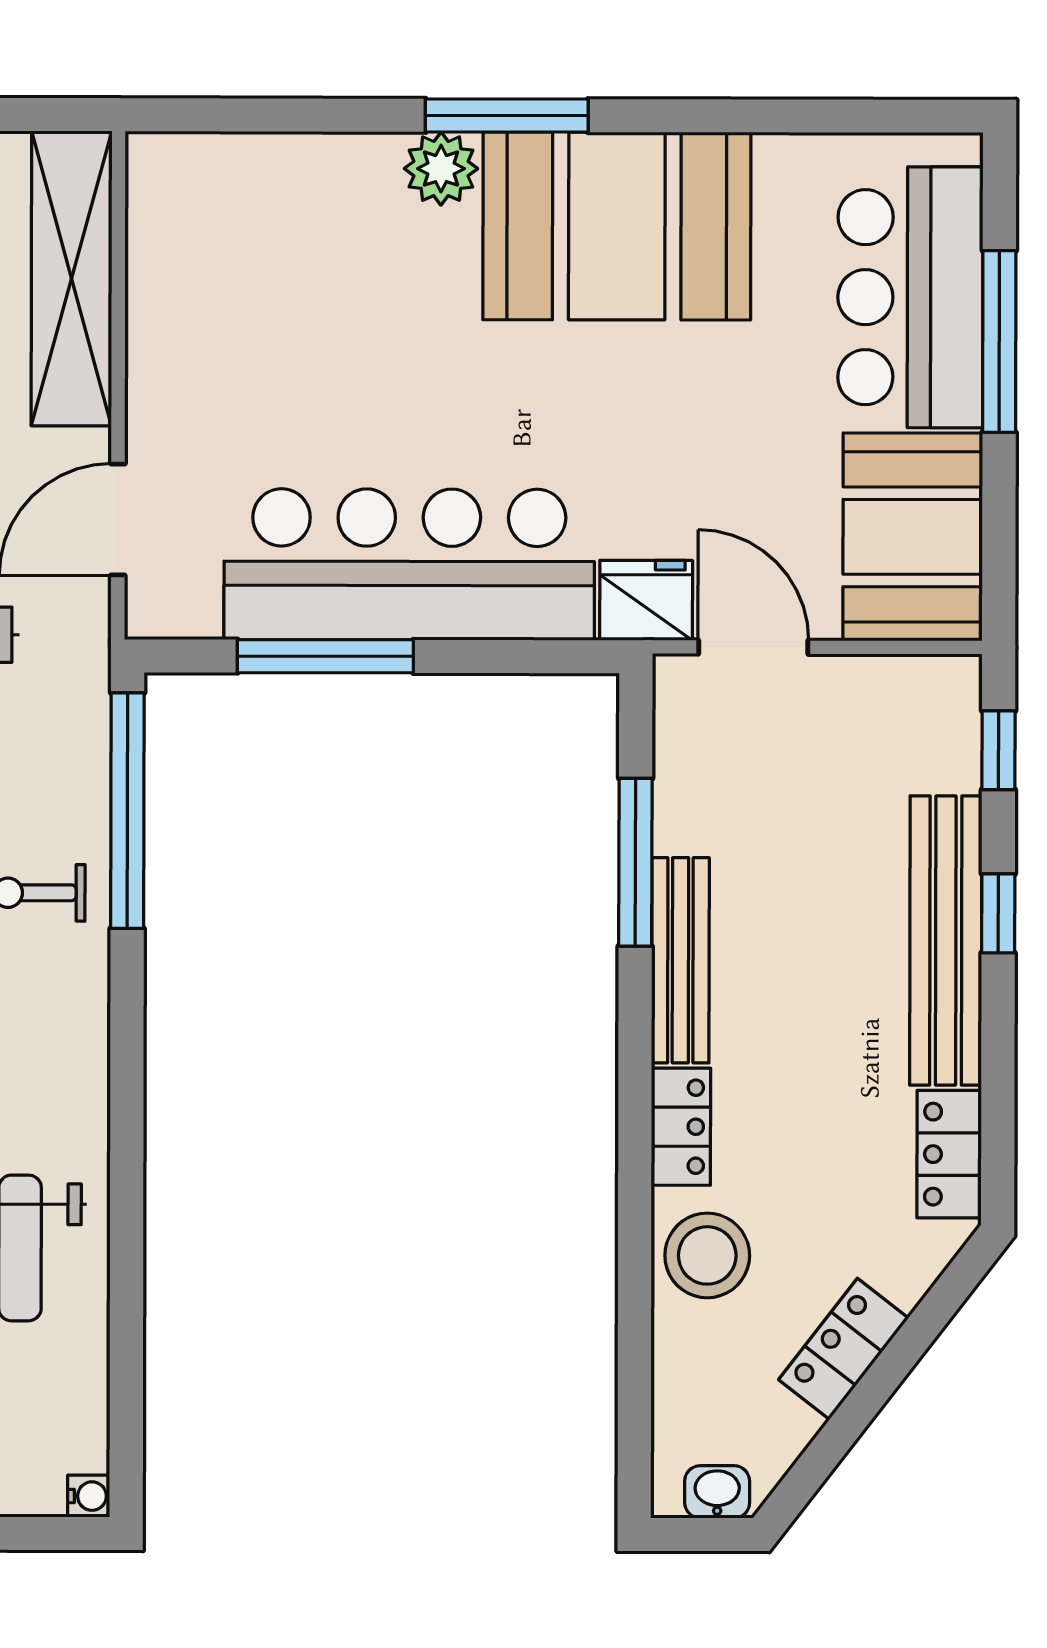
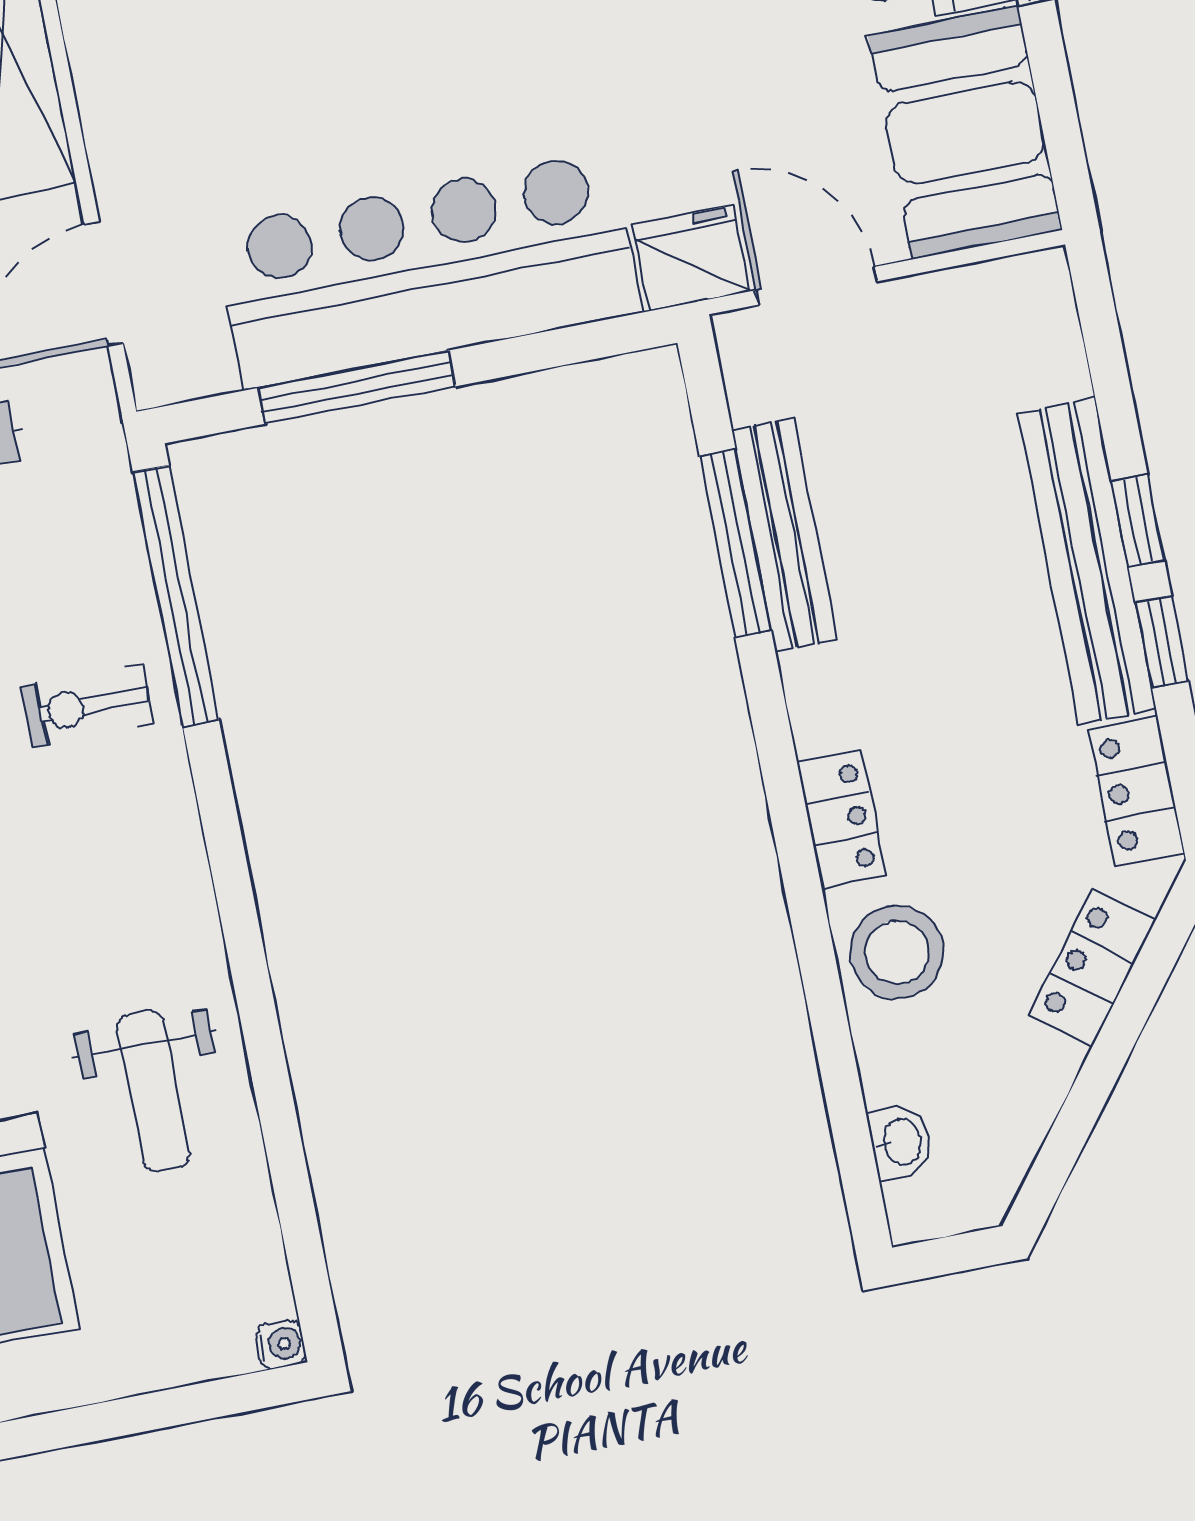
window: (999, 750) -> (1162, 642), moved
bench: (680, 960) -> (784, 535), moved
locker: (844, 1349) -> (1092, 968), moved
washbasin: (717, 1492) -> (901, 1142), moved, turned 90

